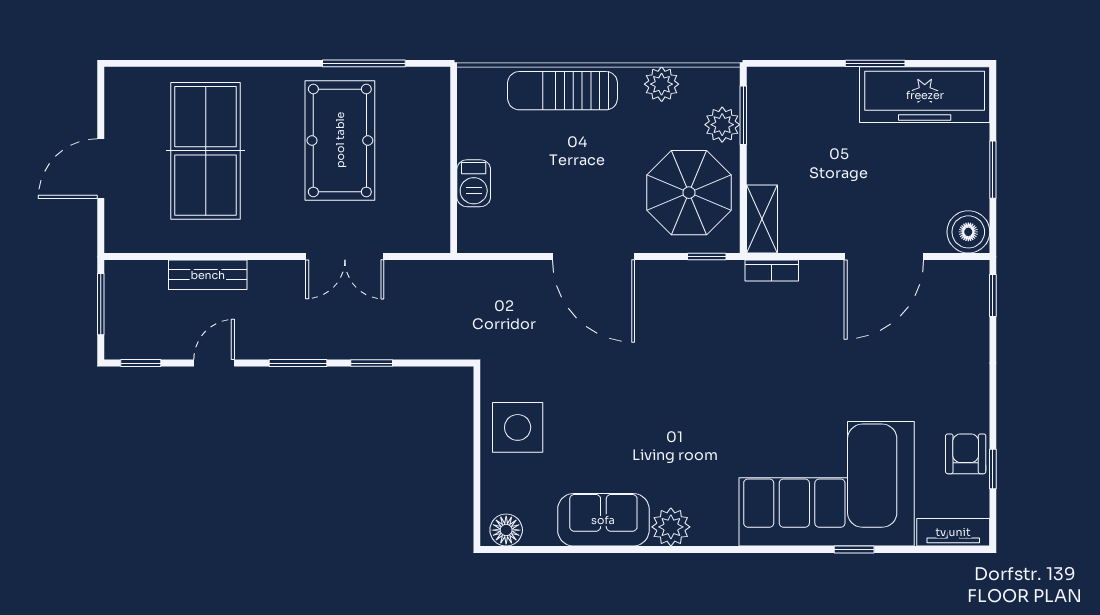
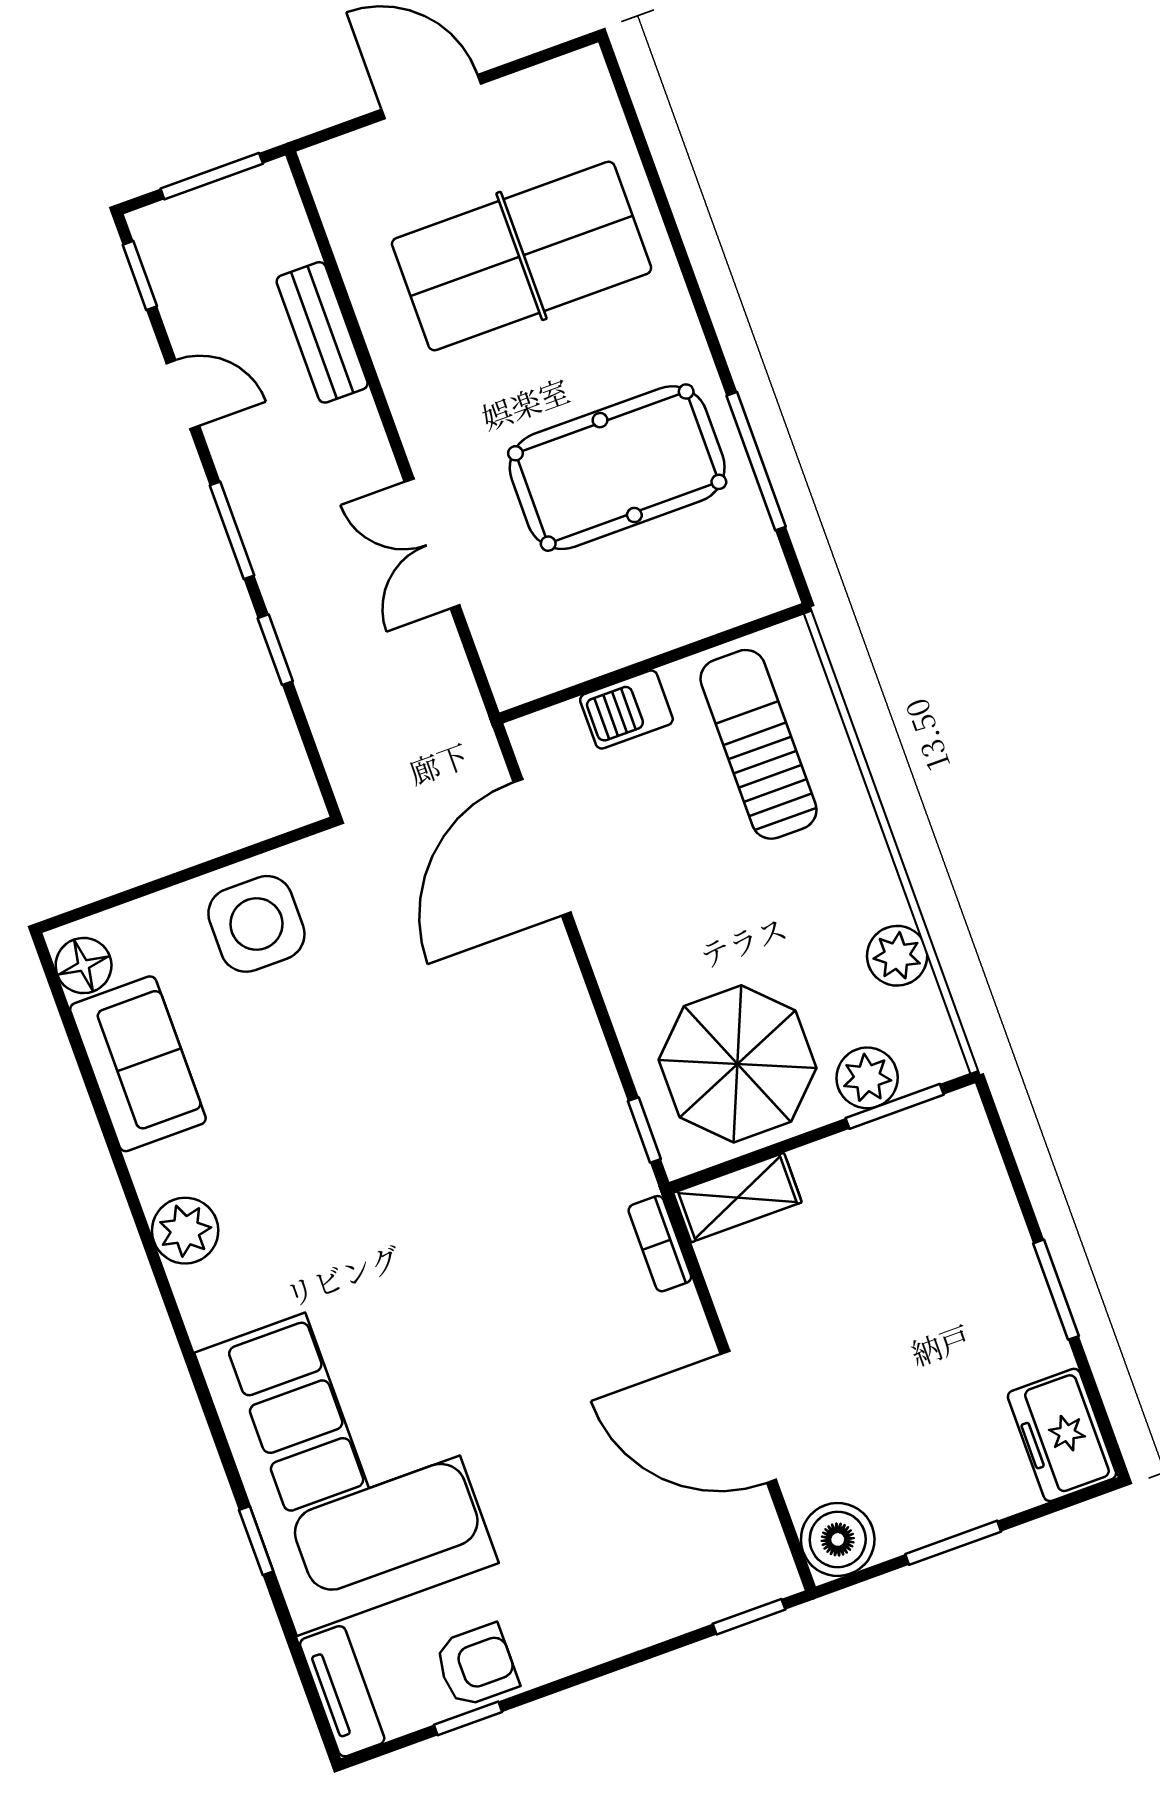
sun lounger: (563, 91) -> (758, 744), moved
freezer: (925, 95) -> (1062, 1435), width x0.52, depth x0.79
door: (593, 256) -> (542, 847), moved
sofa: (603, 520) -> (138, 1064), moved

